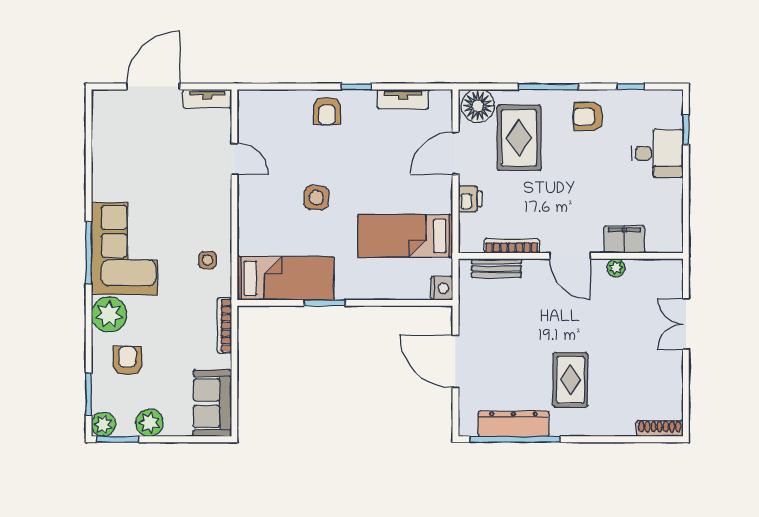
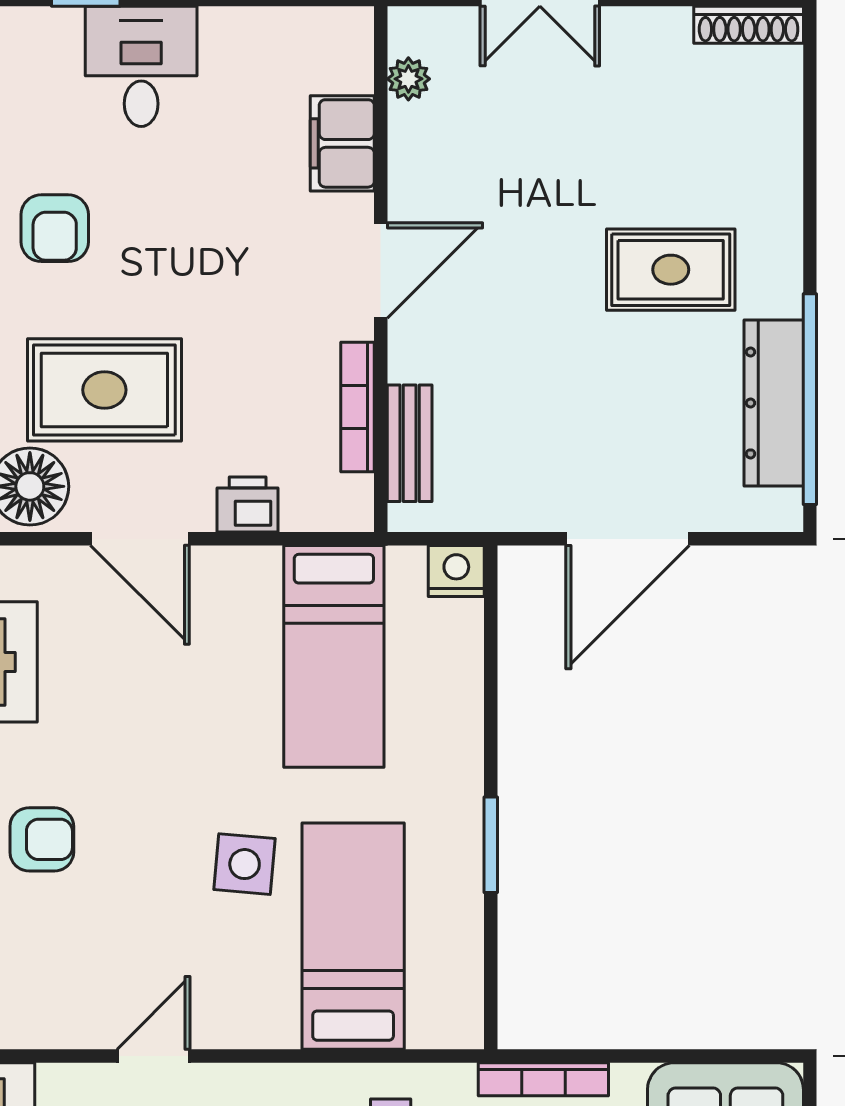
plant: (616, 268) -> (408, 79), moved
bed: (286, 278) -> (353, 936), moved
shoe rack: (660, 429) -> (749, 25), moved, turned -90

